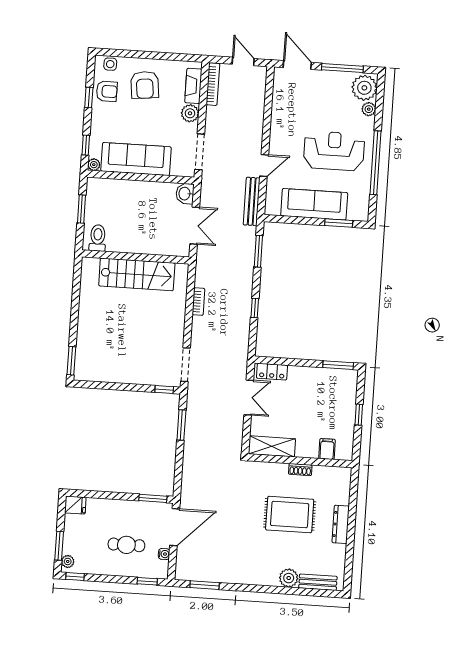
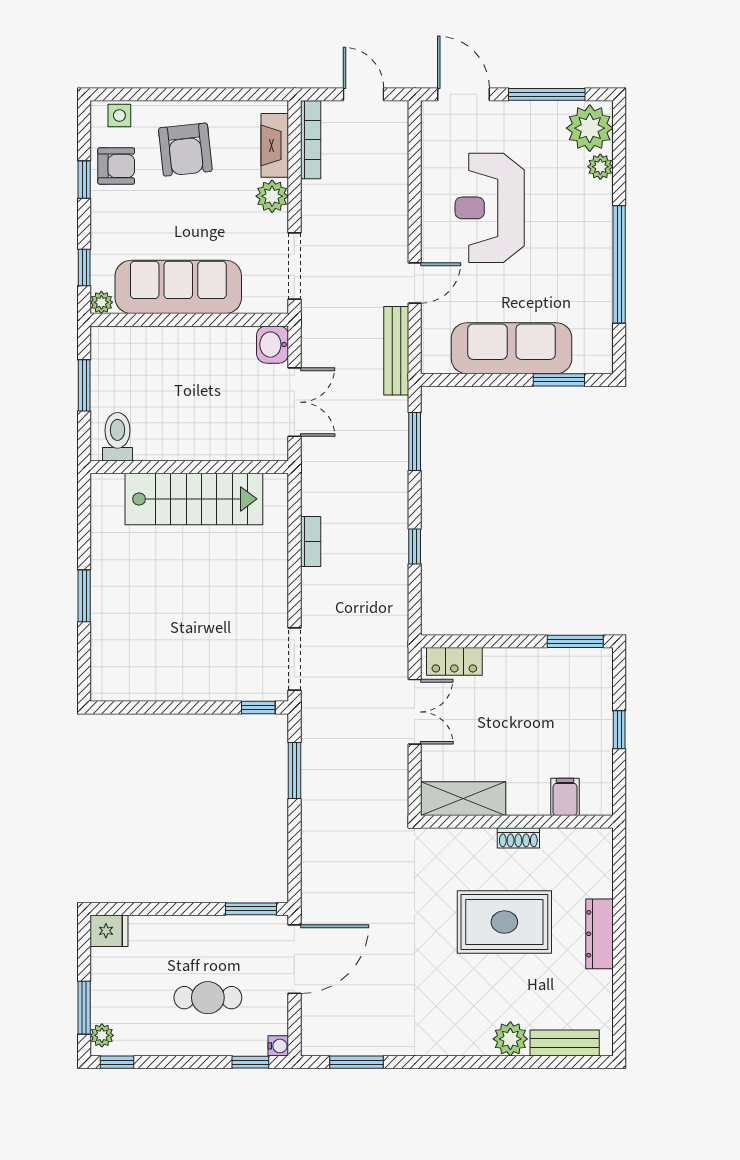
reception desk: (334, 151) -> (490, 208), moved, turned -90
window: (71, 361) -> (84, 596), moved
water cooler: (164, 554) -> (278, 1046), moved

